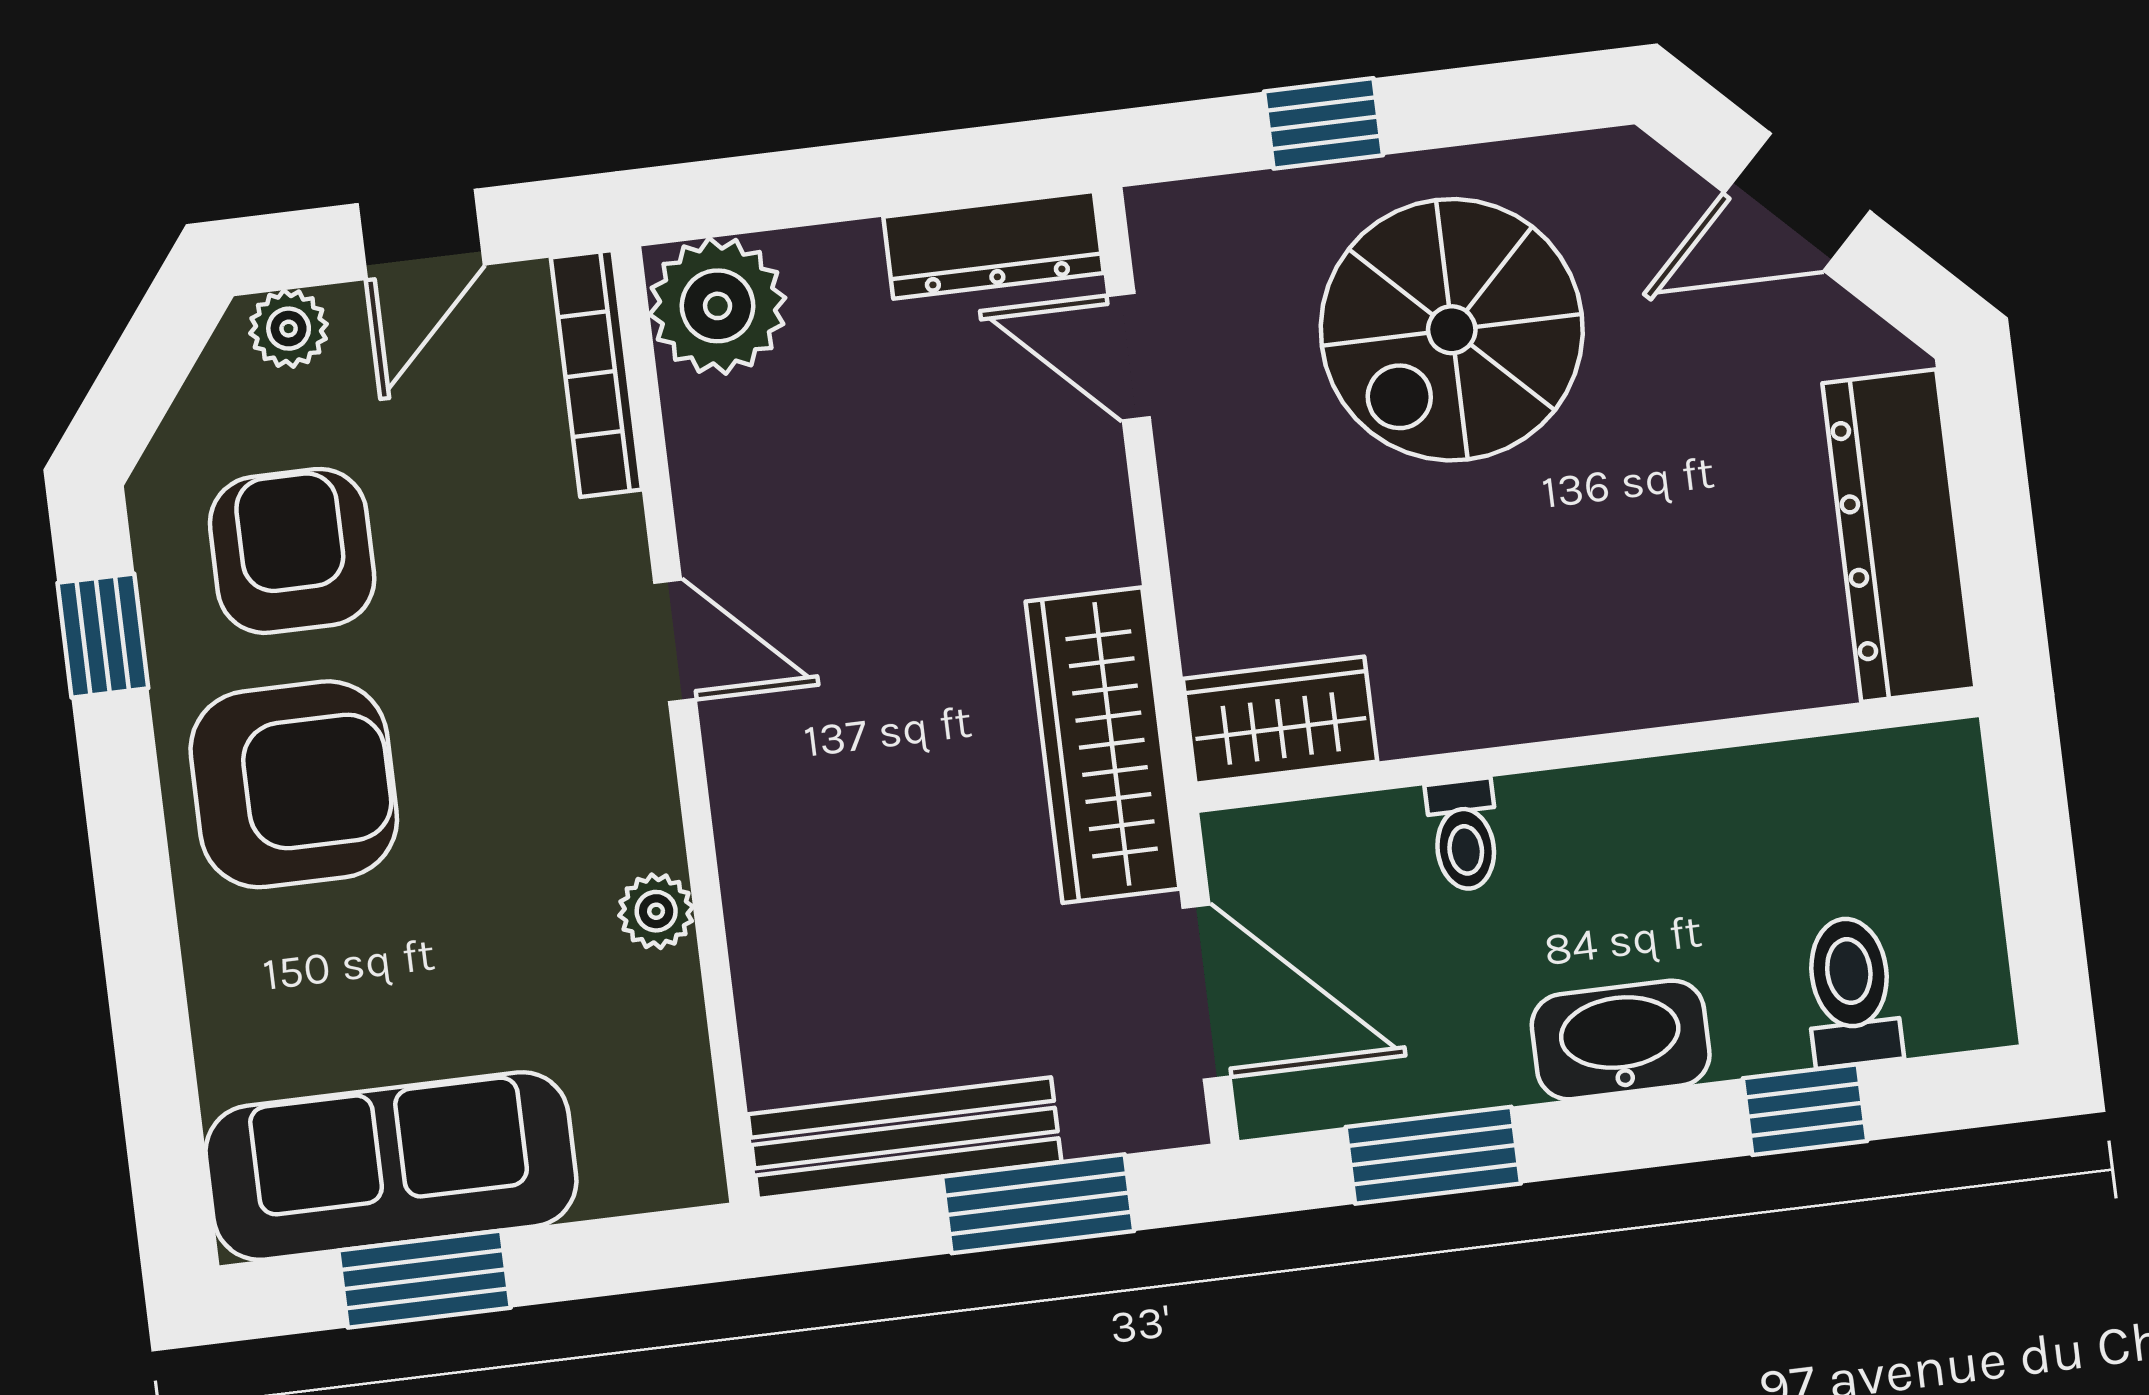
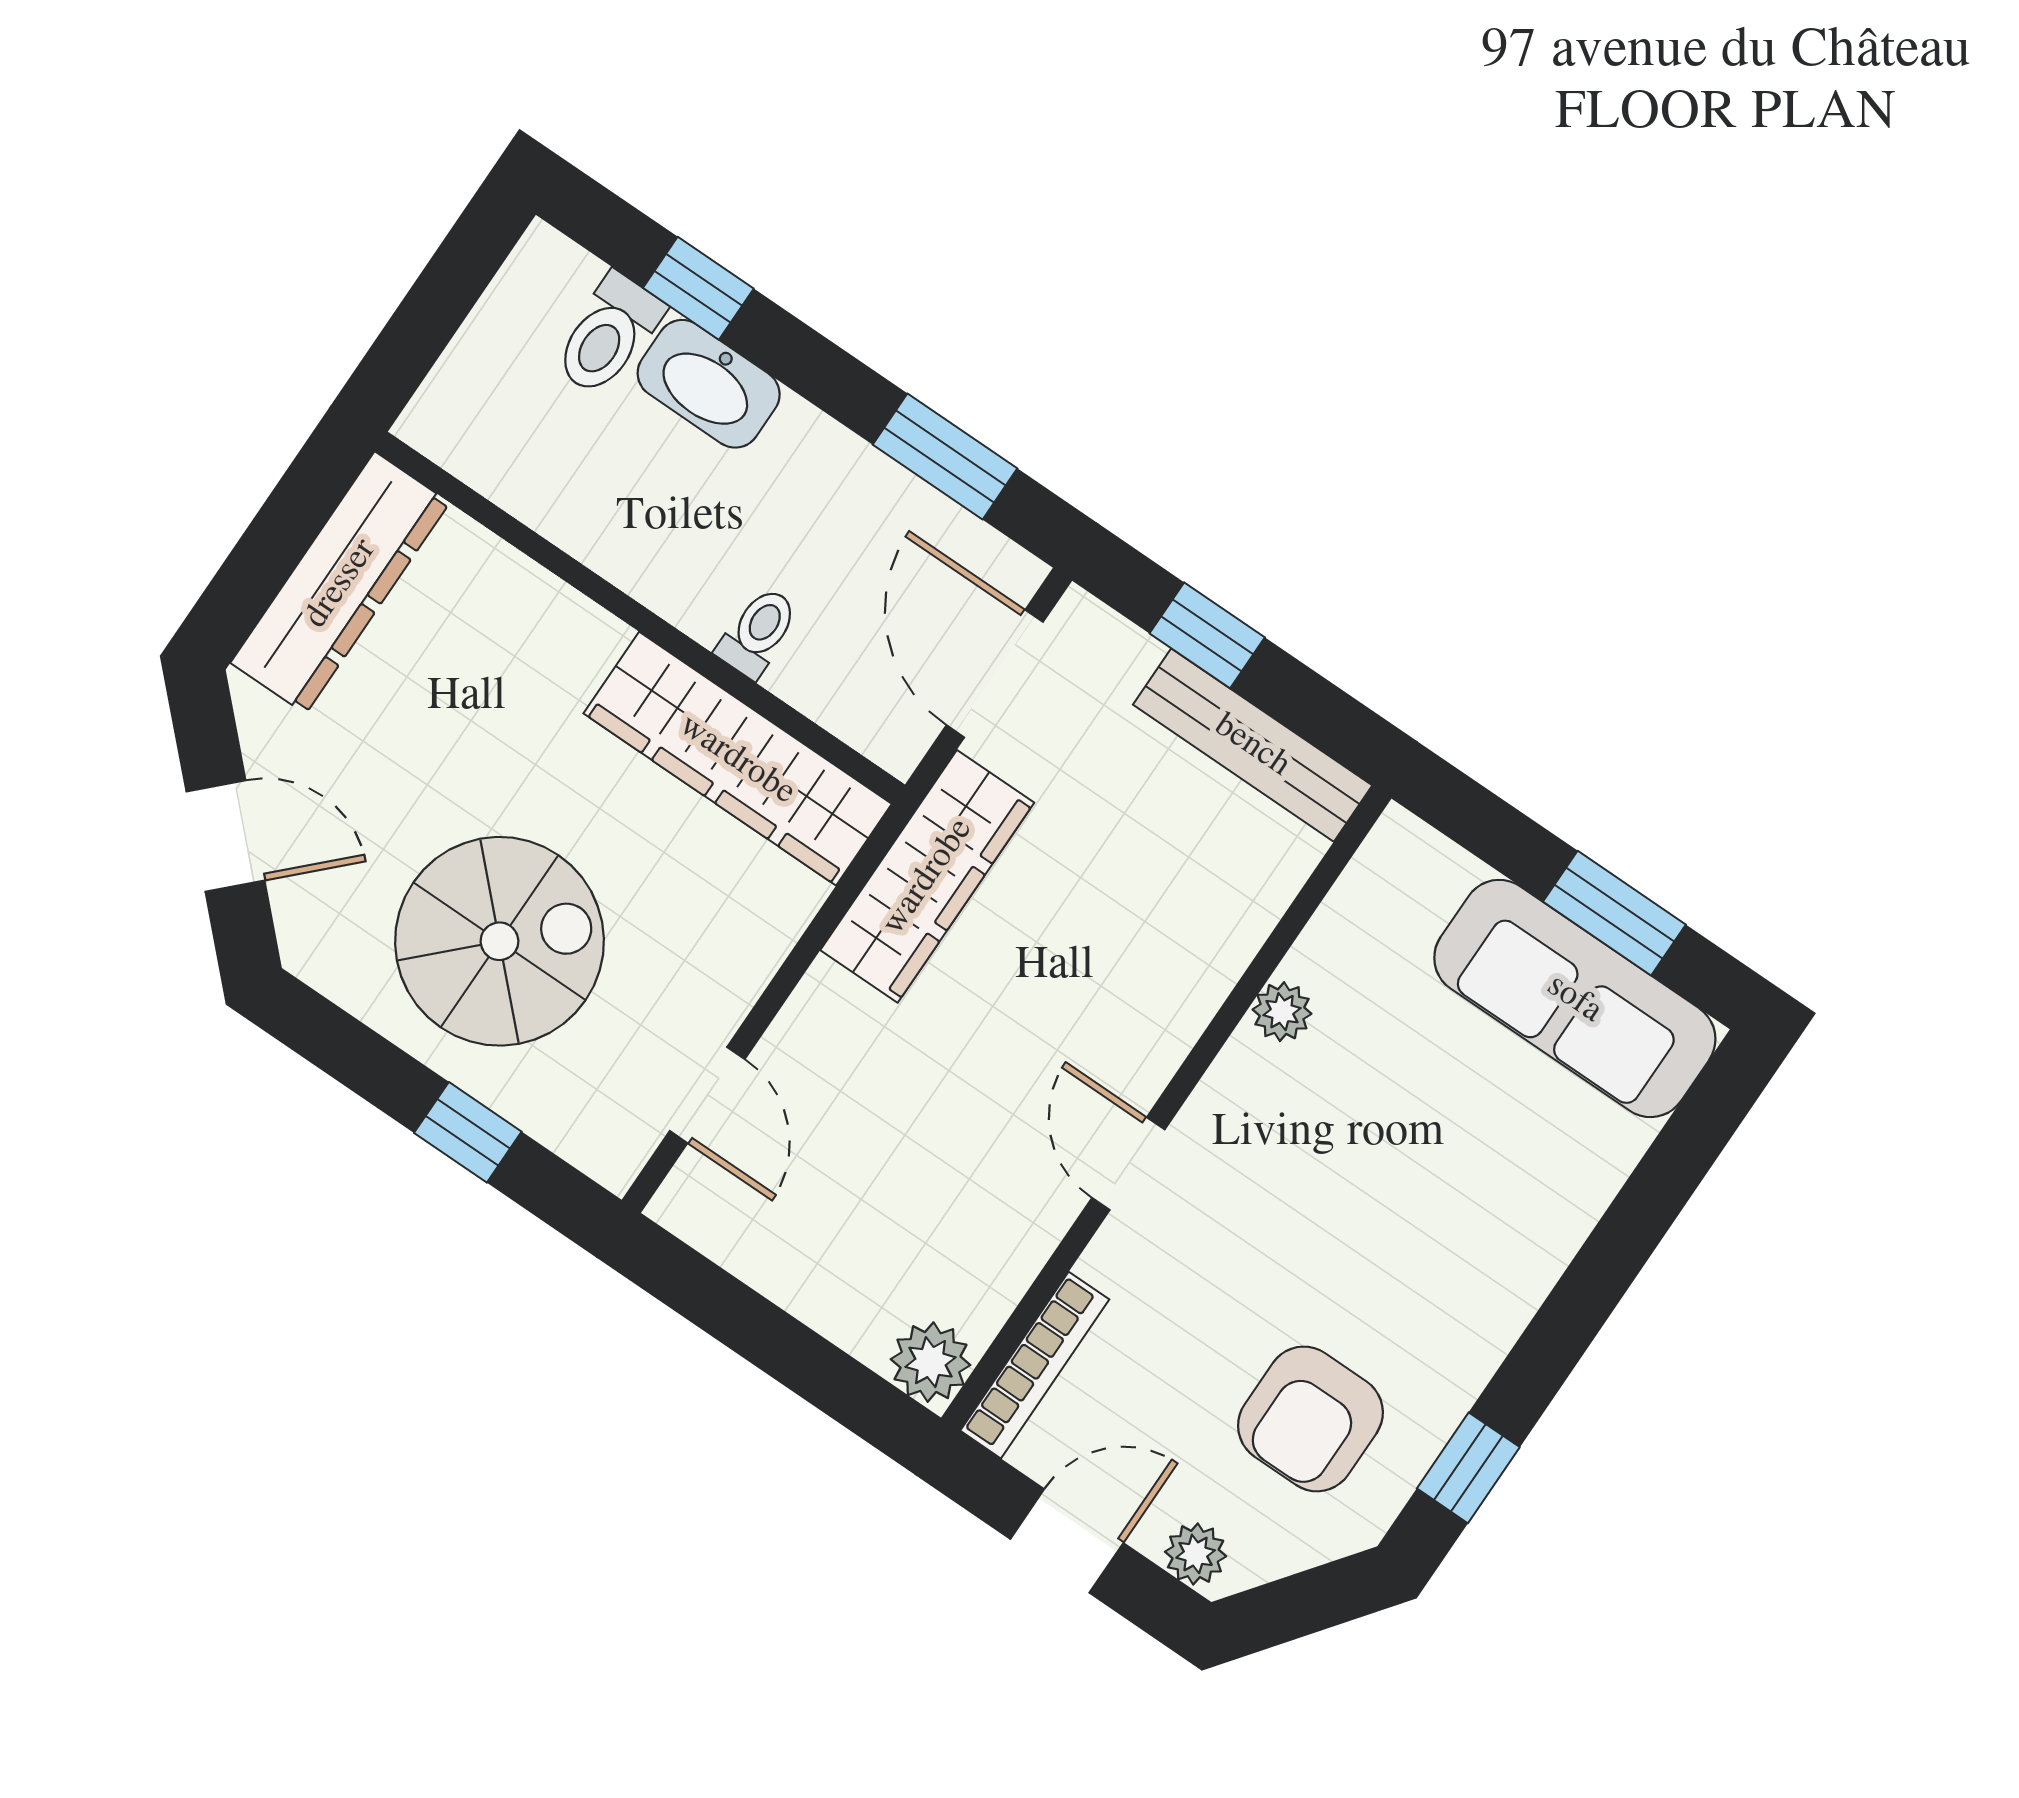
dresser: (993, 245) -> (729, 1233), removed
plant: (718, 306) -> (931, 1362), width x0.73, depth x0.73
wardrobe: (1280, 720) -> (738, 759), width x2.10, depth x1.17
armchair: (294, 784) -> (1432, 1278), removed
washbasin: (1621, 1040) -> (709, 384), moved
window: (1038, 1204) -> (1207, 635), width x0.67

